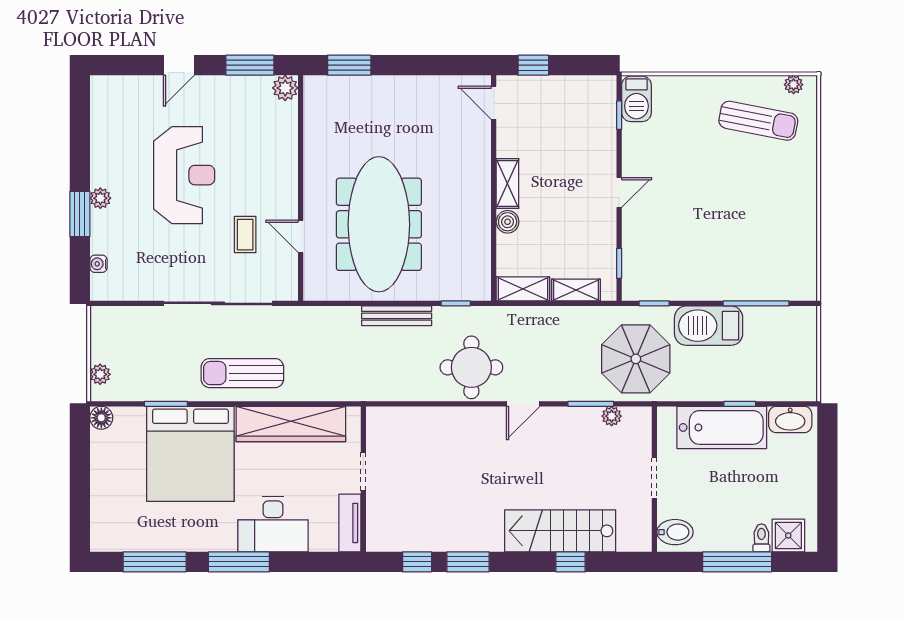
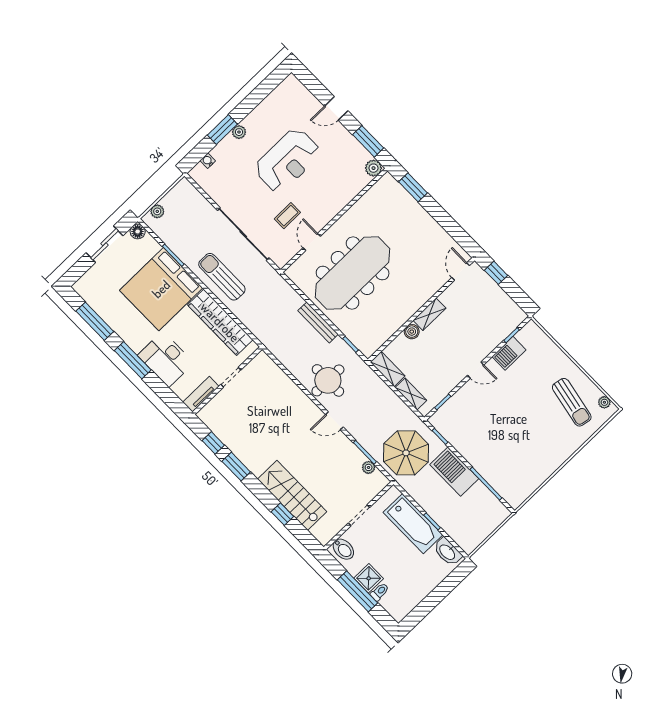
barbecue: (636, 99) -> (509, 353), moved
sliding door: (80, 468) -> (104, 244), added
shower: (788, 536) -> (369, 578), moved

